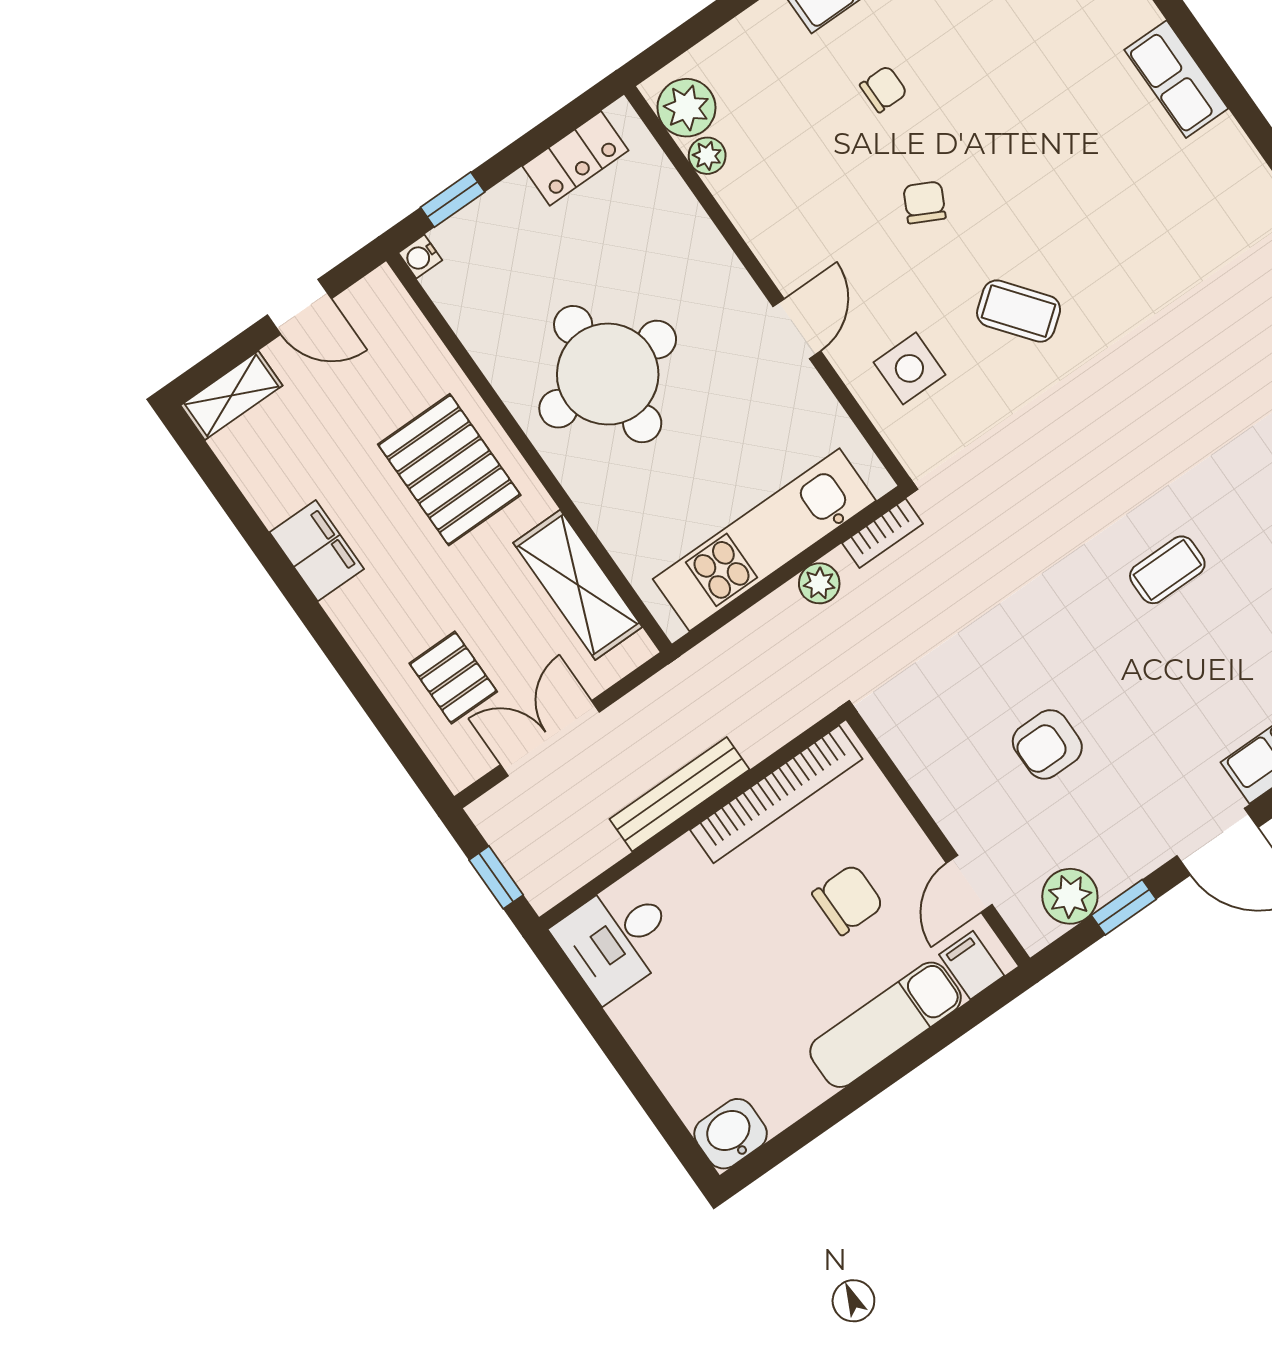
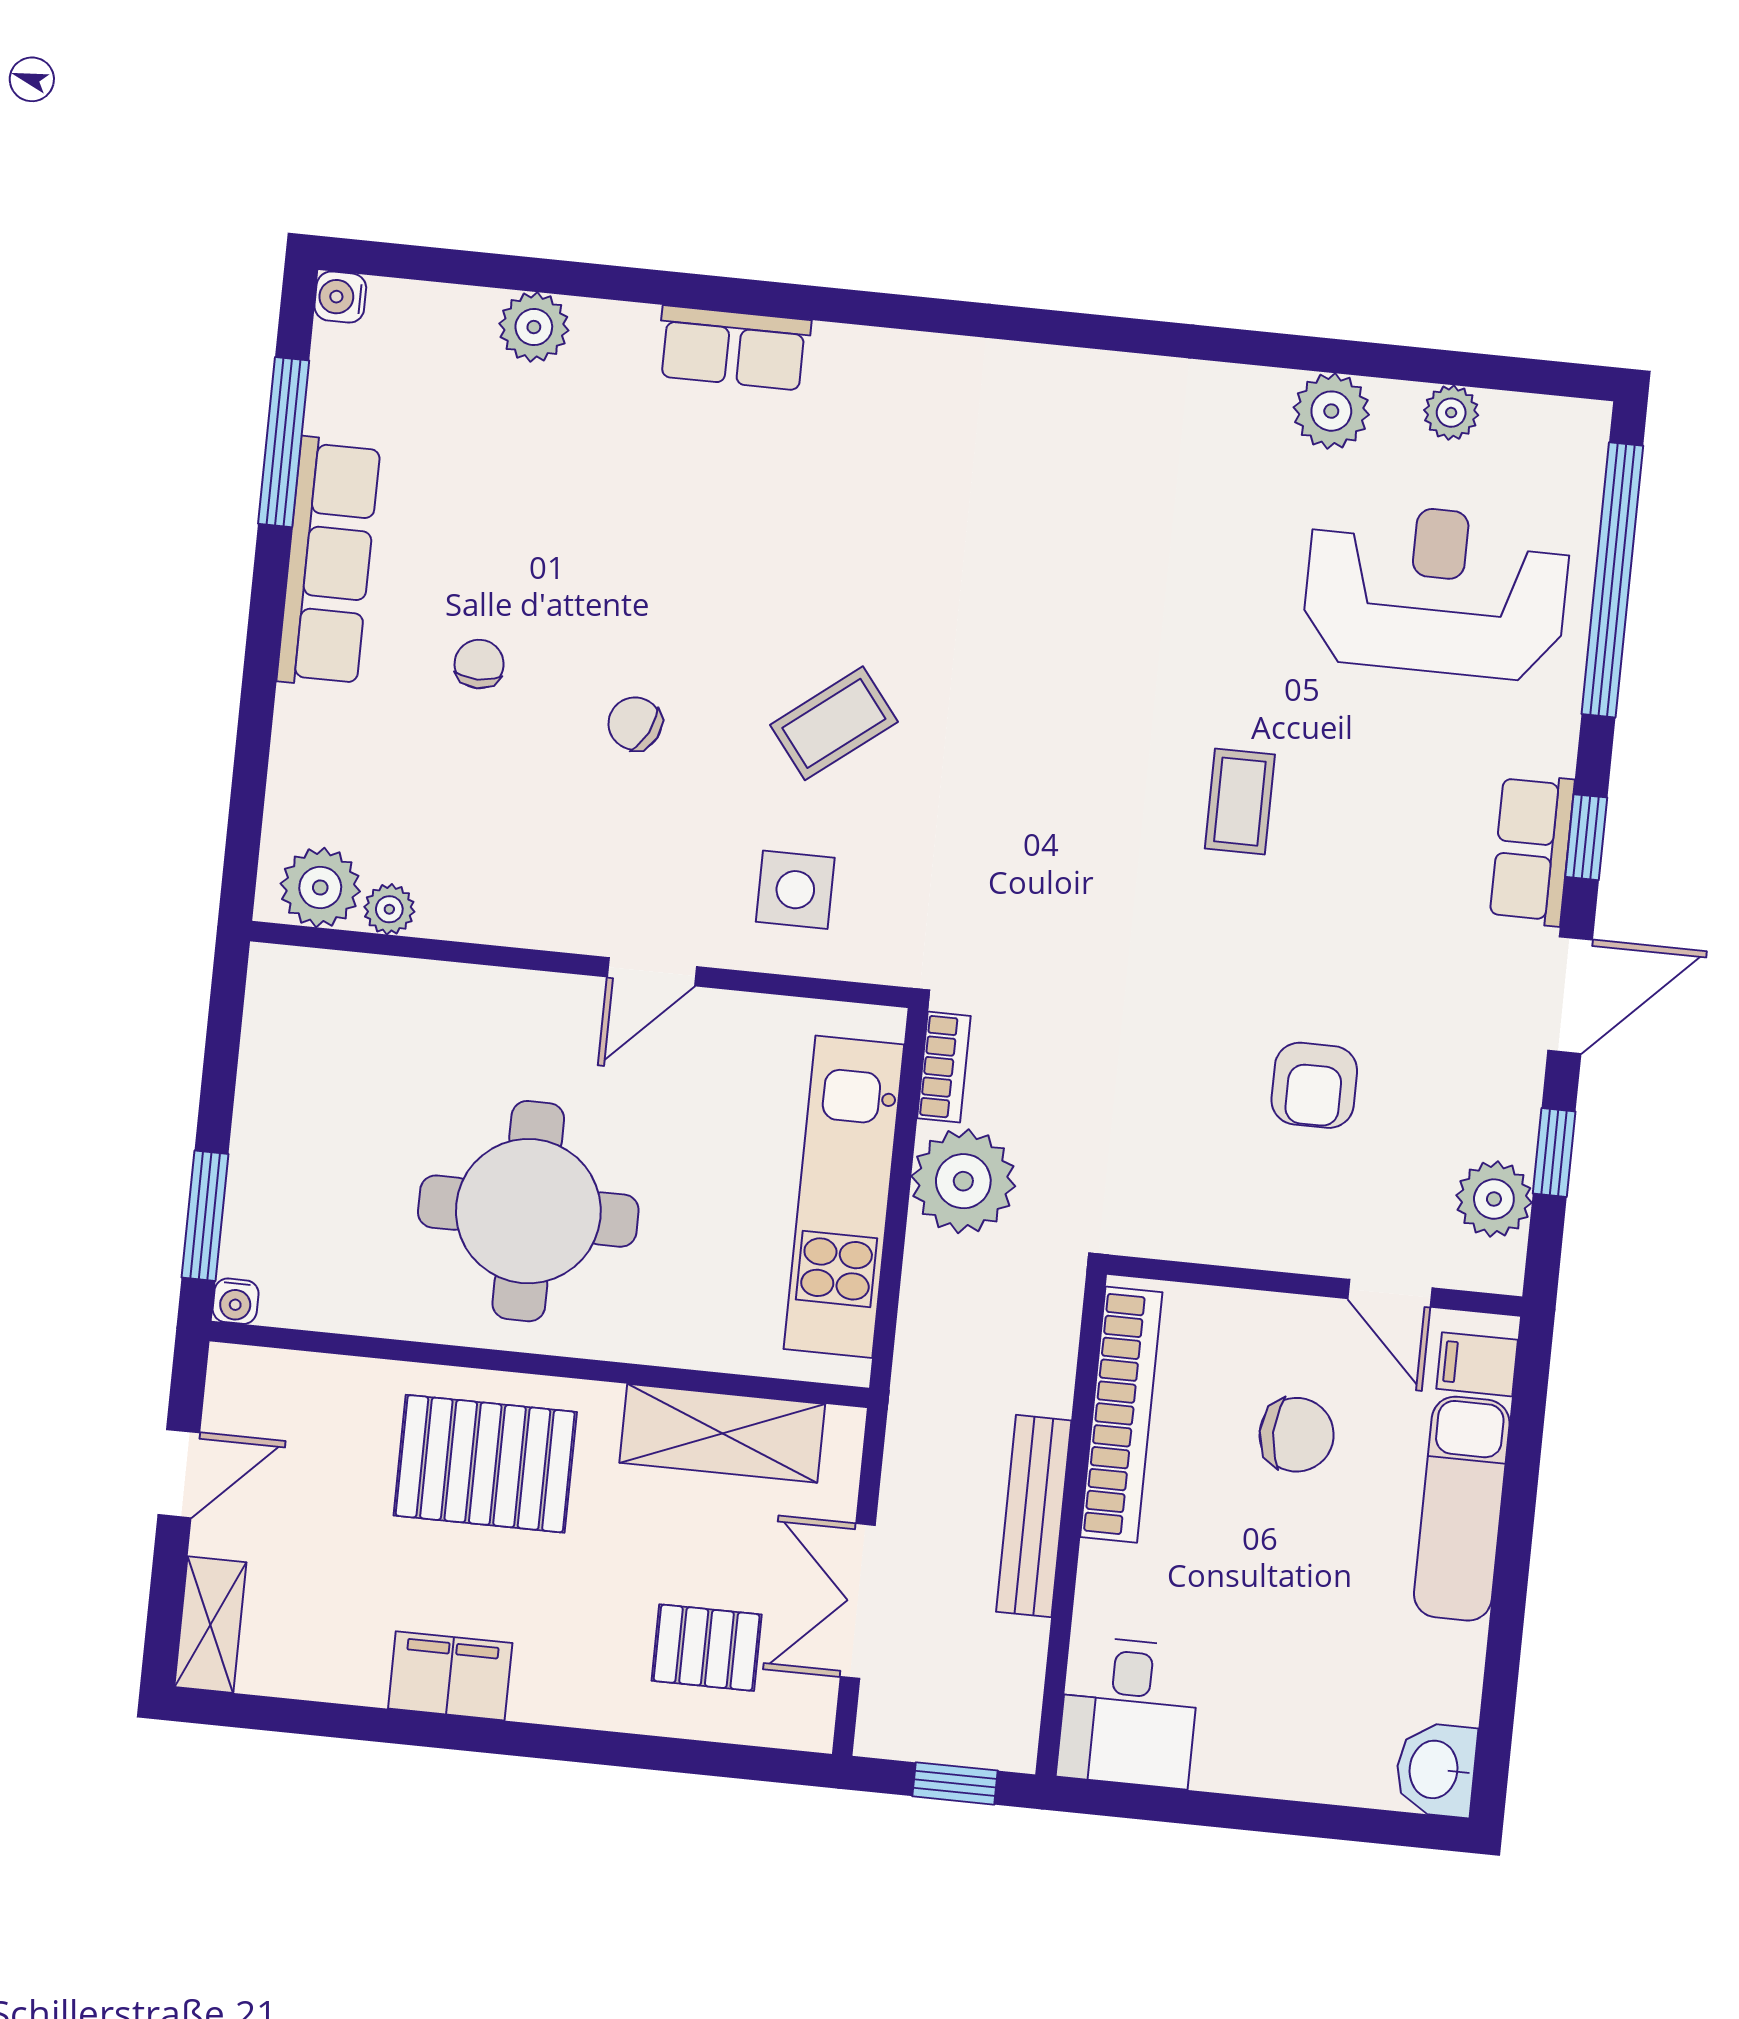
locker: (575, 158) -> (273, 1050), removed
window: (453, 200) -> (205, 1216), width x1.50
door: (797, 329) -> (652, 972), swing flipped
plant: (819, 583) -> (963, 1181), width x1.88, depth x1.88
chair: (848, 900) -> (1297, 1435), turned 90

